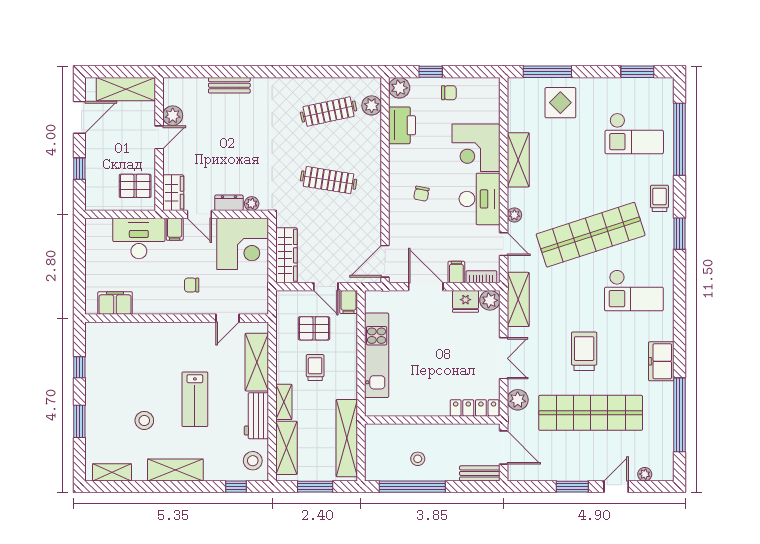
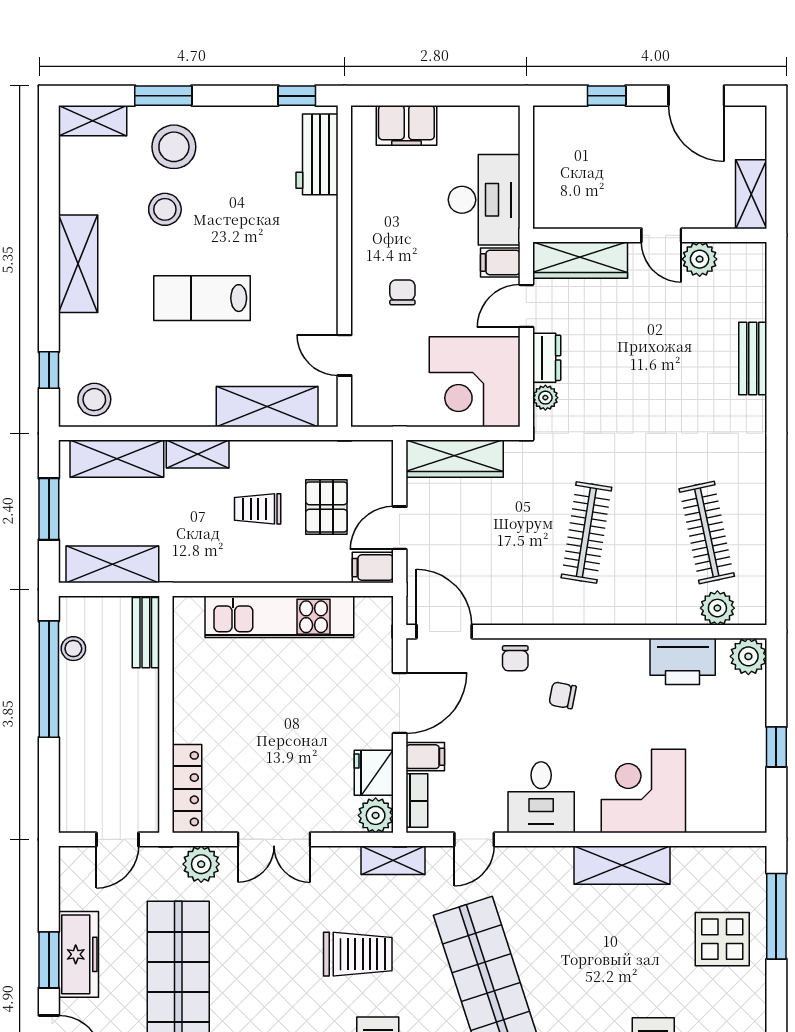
window: (431, 72) -> (776, 747), moved
shelving: (126, 89) -> (751, 194), width x0.67, depth x0.75
chair: (449, 93) -> (515, 658), moved
pallet: (135, 186) -> (576, 193), removed
wardrobe: (173, 193) -> (580, 260), width x1.50
desk: (480, 199) -> (541, 797), width x0.73
plant: (514, 215) -> (525, 859), removed
shelving: (518, 299) -> (393, 860), width x0.67, depth x0.75
filing cabinet: (115, 303) -> (406, 125), moved, turned 90
trolley: (584, 351) -> (358, 954), moved
window: (79, 367) -> (297, 96), moved
trolley: (315, 368) -> (258, 509), turned 180
stool: (109, 415) -> (174, 147), added
workbench: (256, 416) -> (317, 154), moved, turned -90
shelving: (347, 438) -> (112, 564), width x0.68
door: (504, 448) -> (117, 839), width x0.73
stool: (418, 459) -> (73, 649), moved
freezer: (569, 470) -> (79, 954), added
shelving: (112, 472) -> (93, 121), moved, turned 90
bench: (480, 473) -> (146, 633), moved

